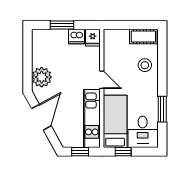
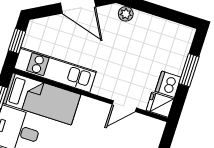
plant: (42, 77) -> (126, 14), width x0.53, depth x0.53
door: (102, 80) -> (124, 106), moved

